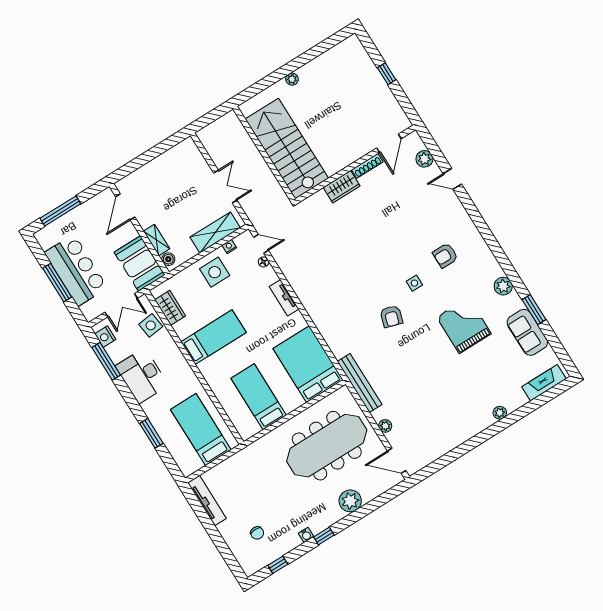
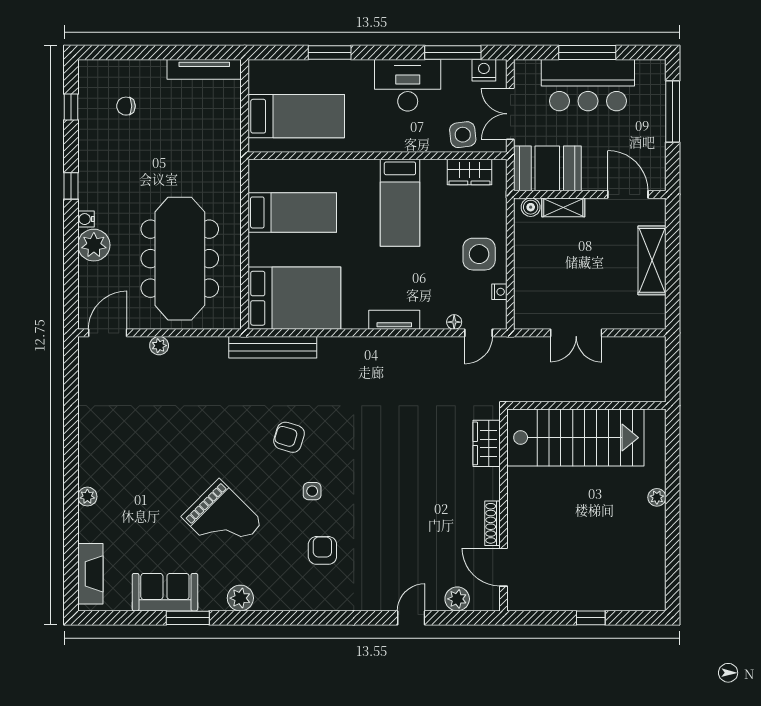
wardrobe: (342, 187) -> (487, 443), moved
shelving: (215, 232) -> (652, 260), moved
grand piano: (464, 325) -> (222, 520), turned 45
bench: (360, 383) -> (273, 347), moved
water cooler: (306, 535) -> (86, 219), moved

